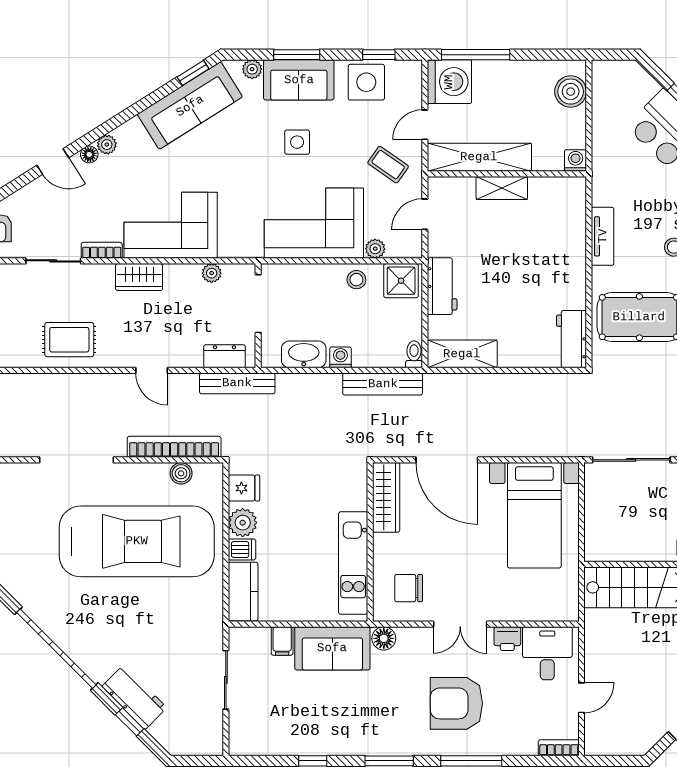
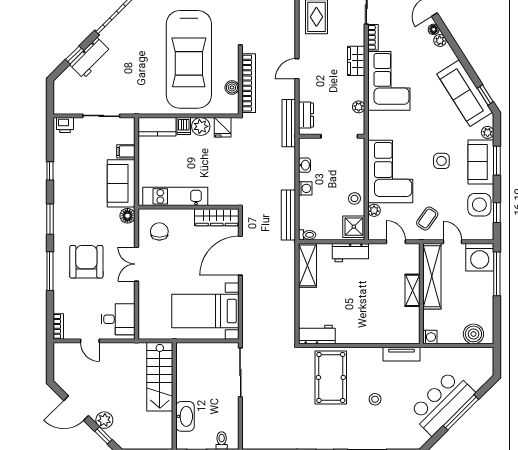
tv unit: (603, 236) -> (401, 354), moved
washbasin: (304, 354) -> (305, 165), width x0.52, depth x0.69
printer: (507, 639) -> (65, 125), moved, turned -90

